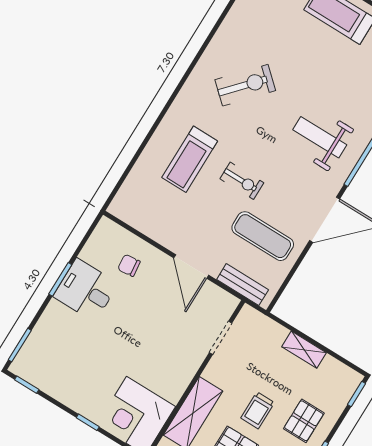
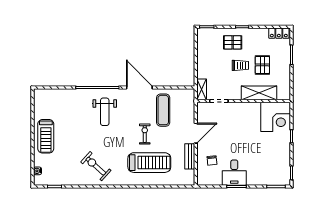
exercise bike: (245, 85) -> (96, 166), moved
treadmill: (190, 159) -> (149, 163), width x1.37, depth x1.38
bench: (243, 285) -> (190, 156), moved
shelving: (304, 350) -> (202, 89), moved

